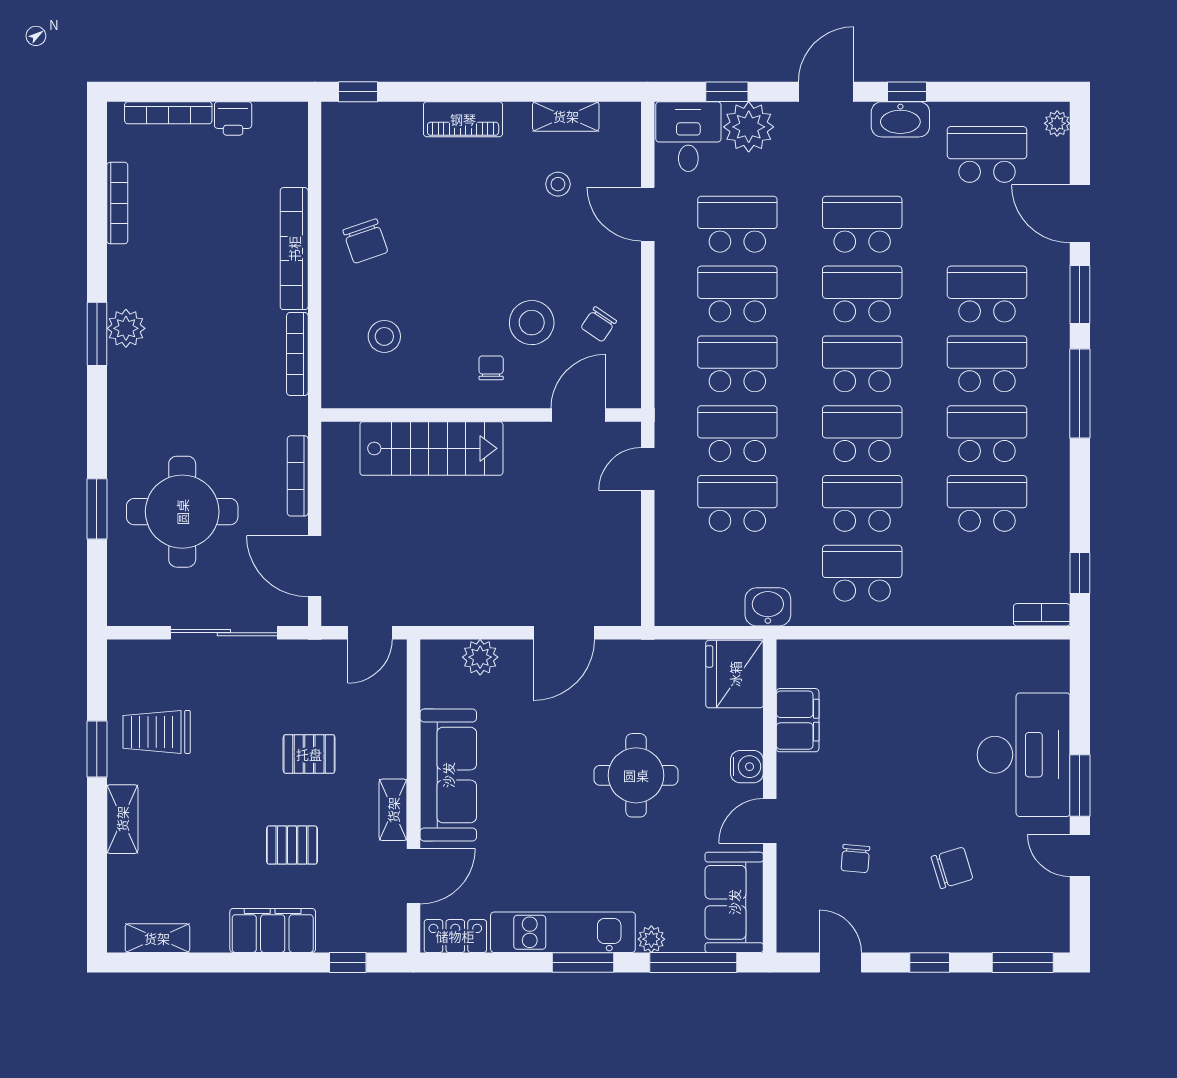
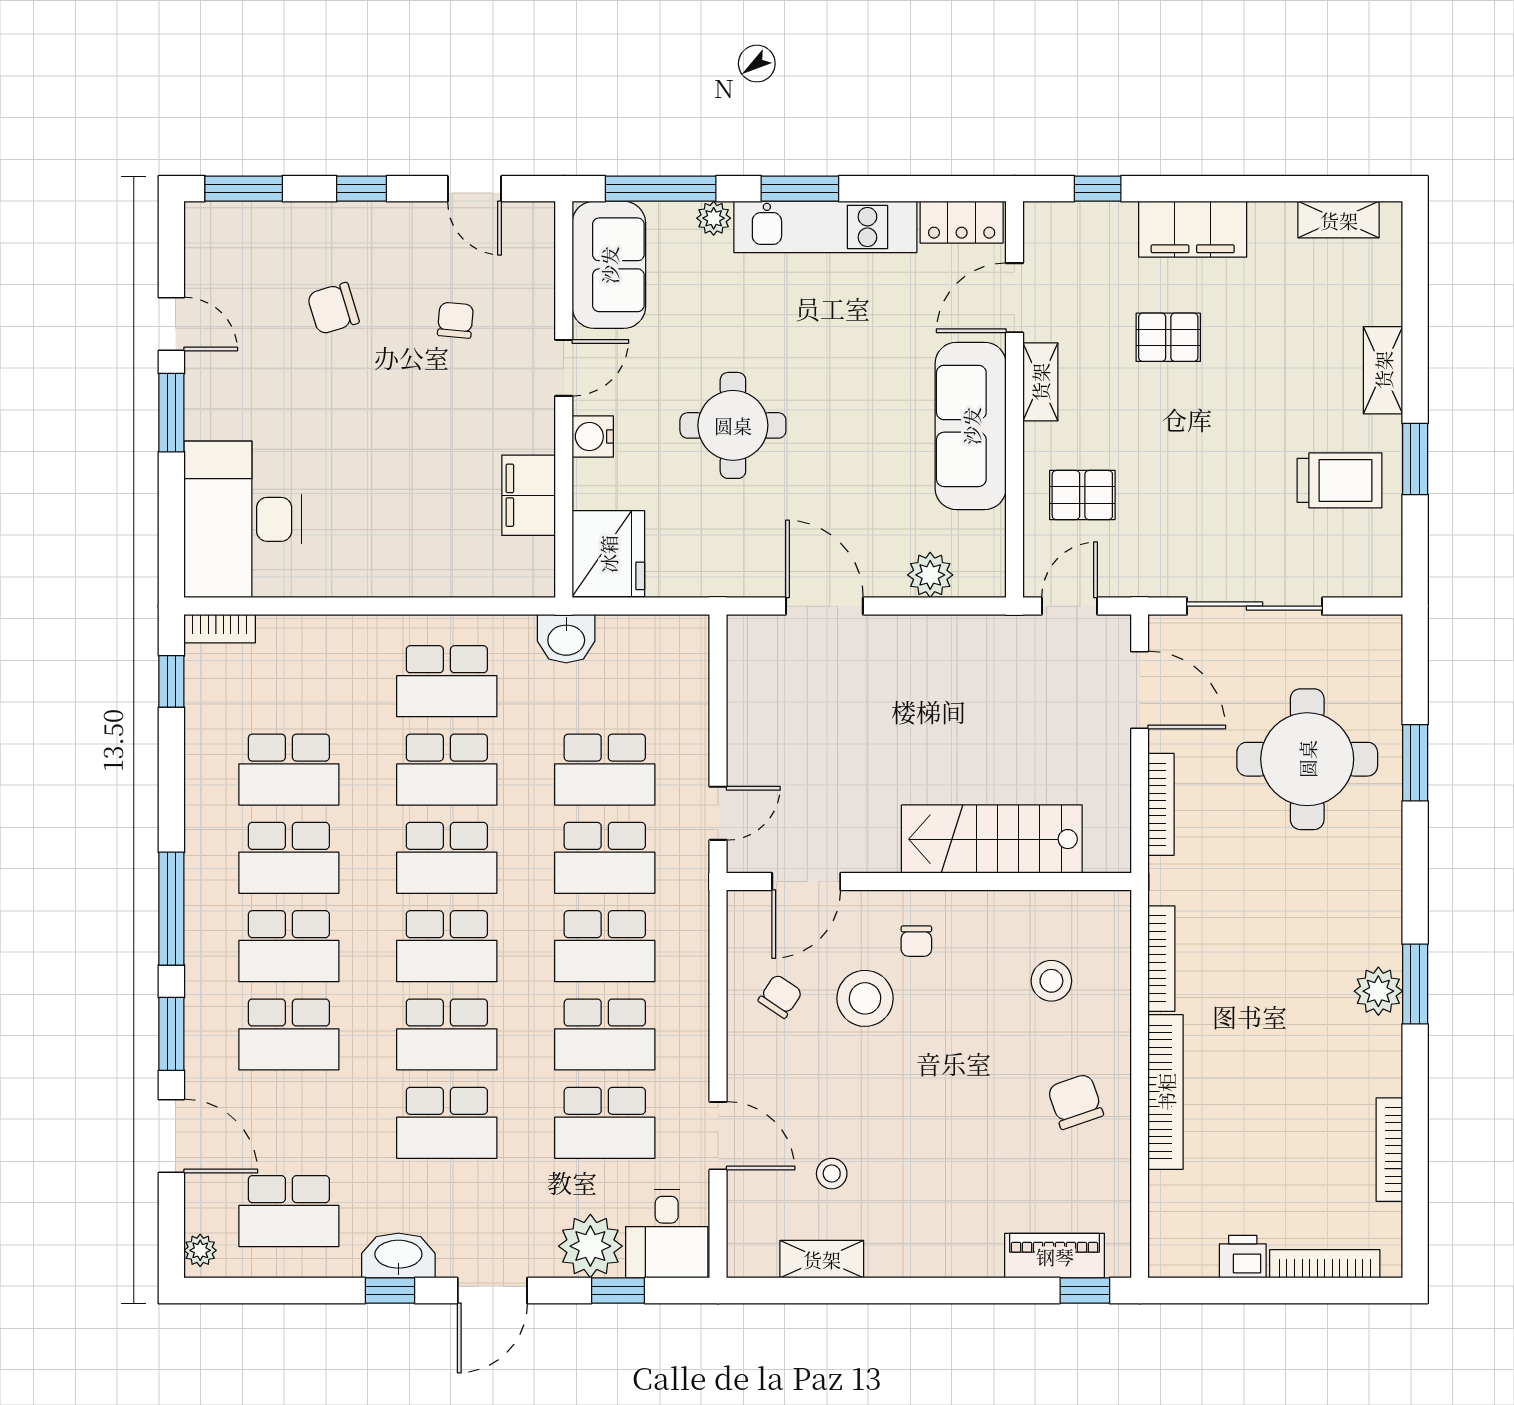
piano: (463, 119) -> (1055, 1256), moved
door: (564, 633) -> (824, 606), hinge flipped
pallet: (309, 754) -> (1082, 495), moved
desk: (1024, 755) -> (242, 519), moved

